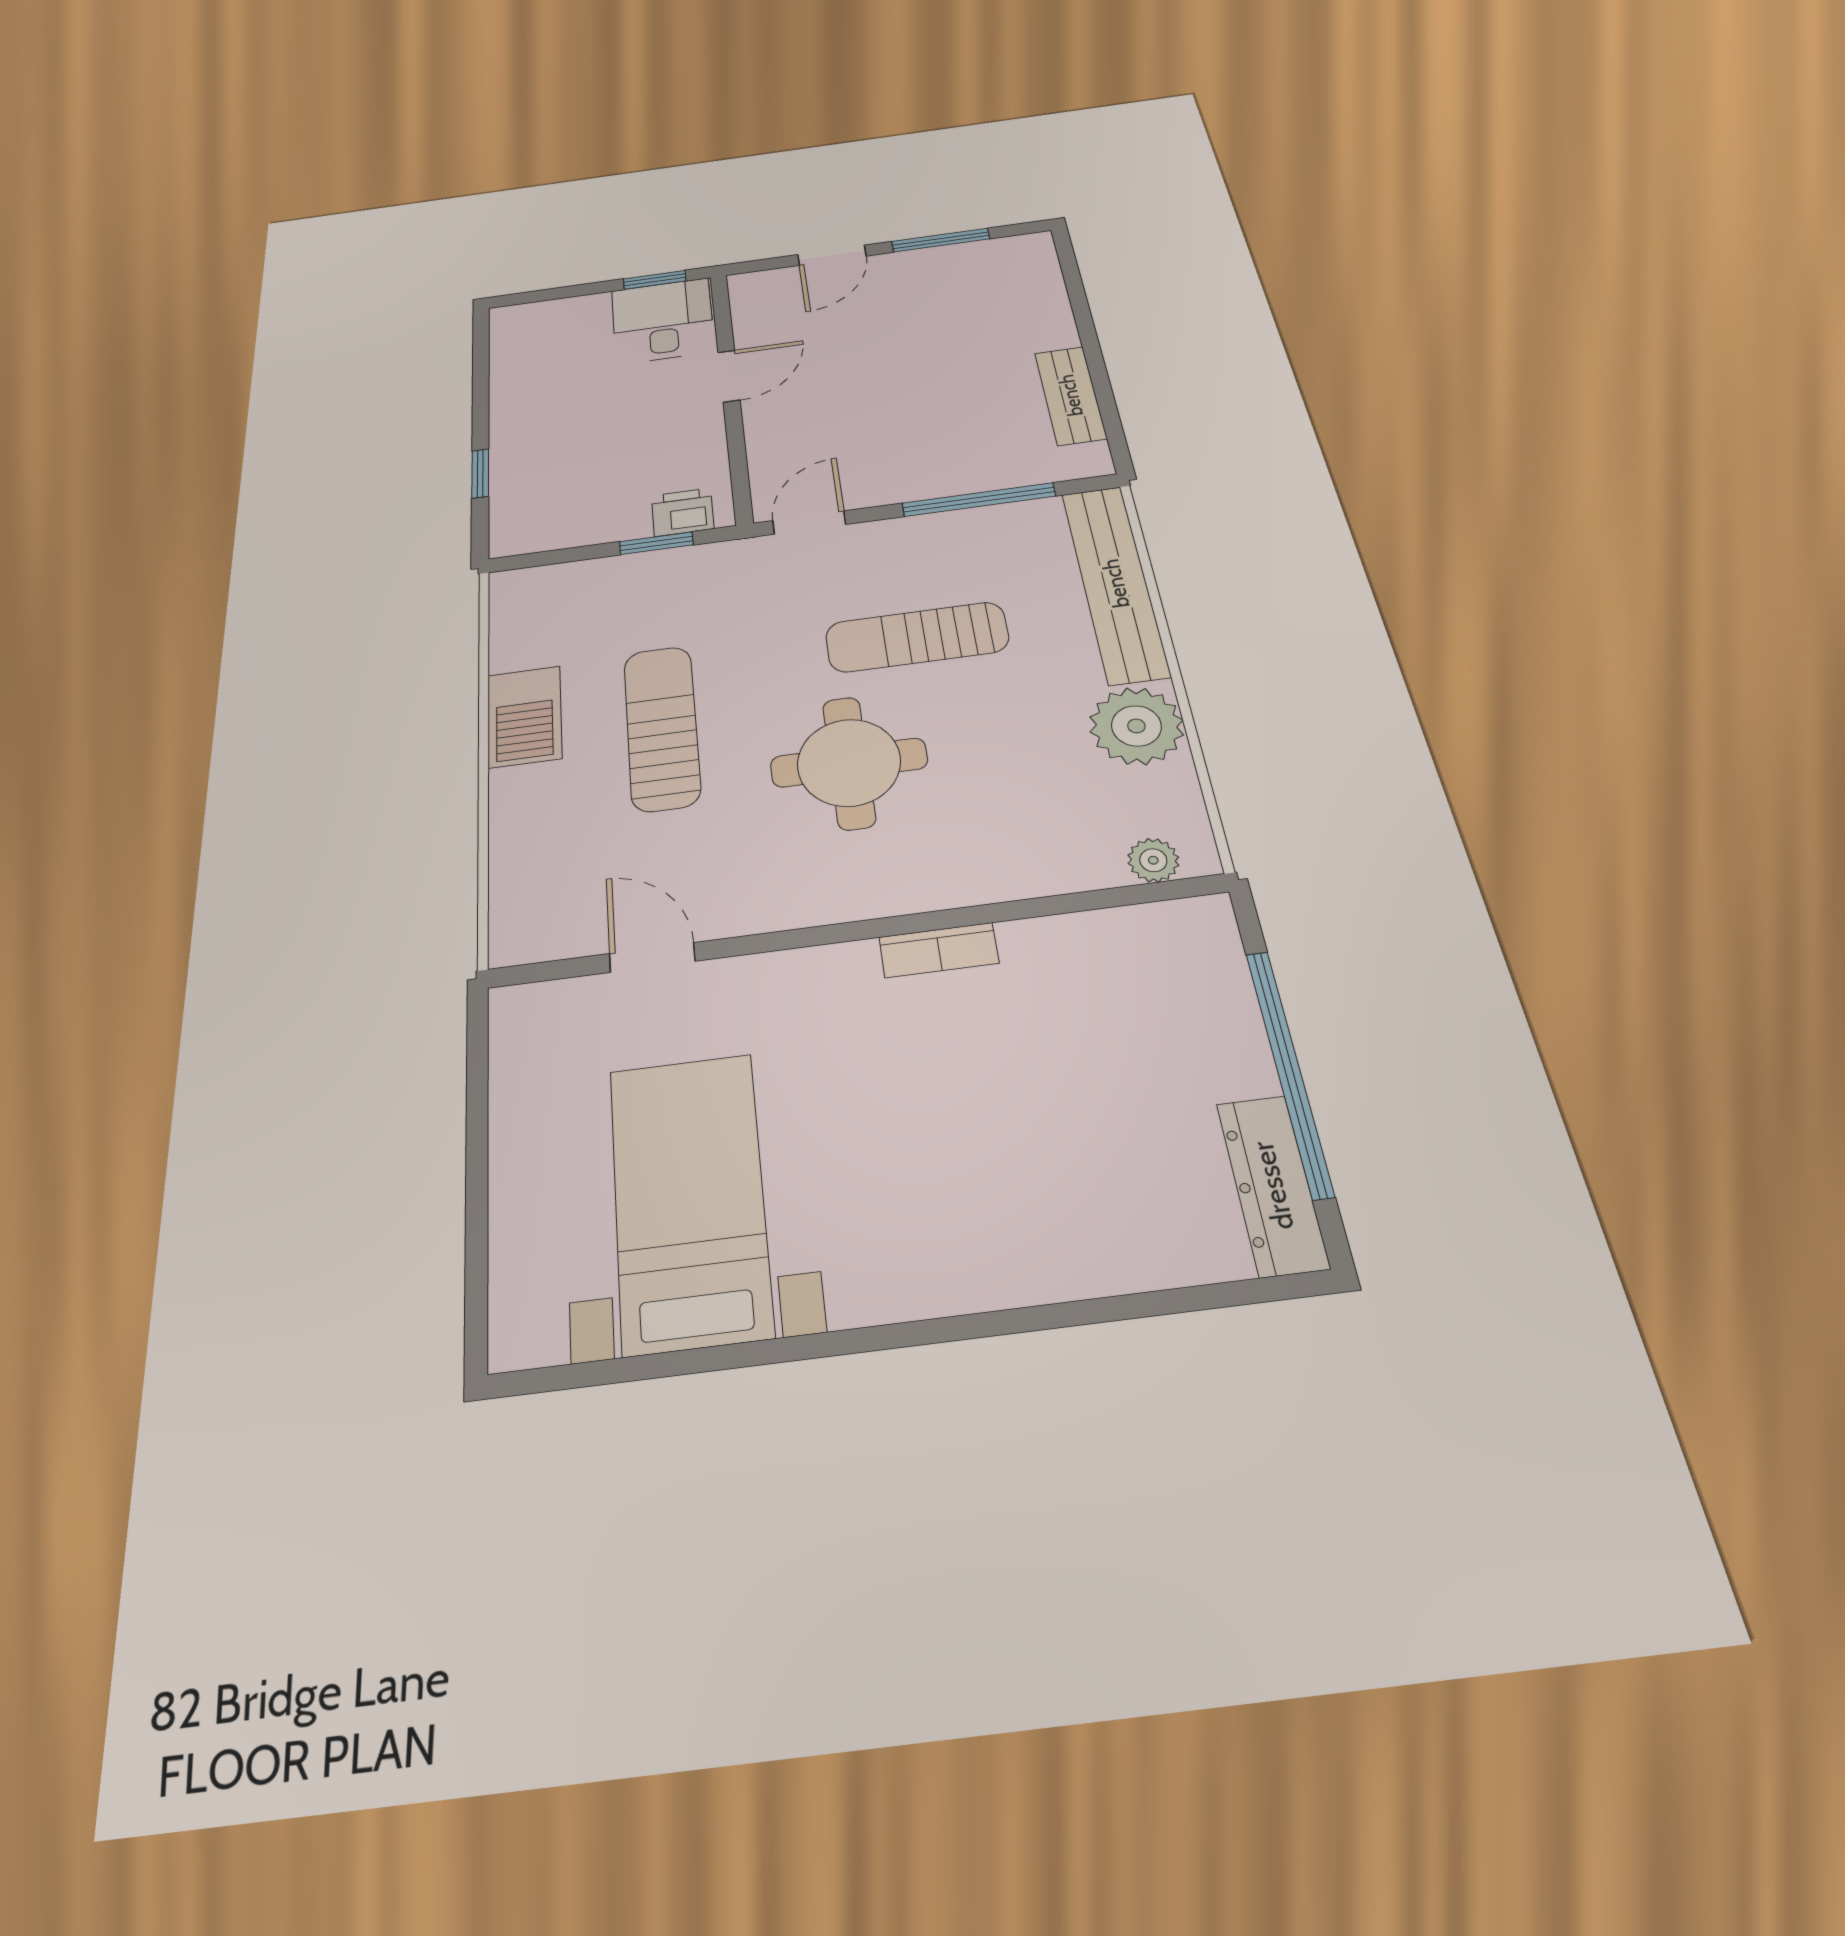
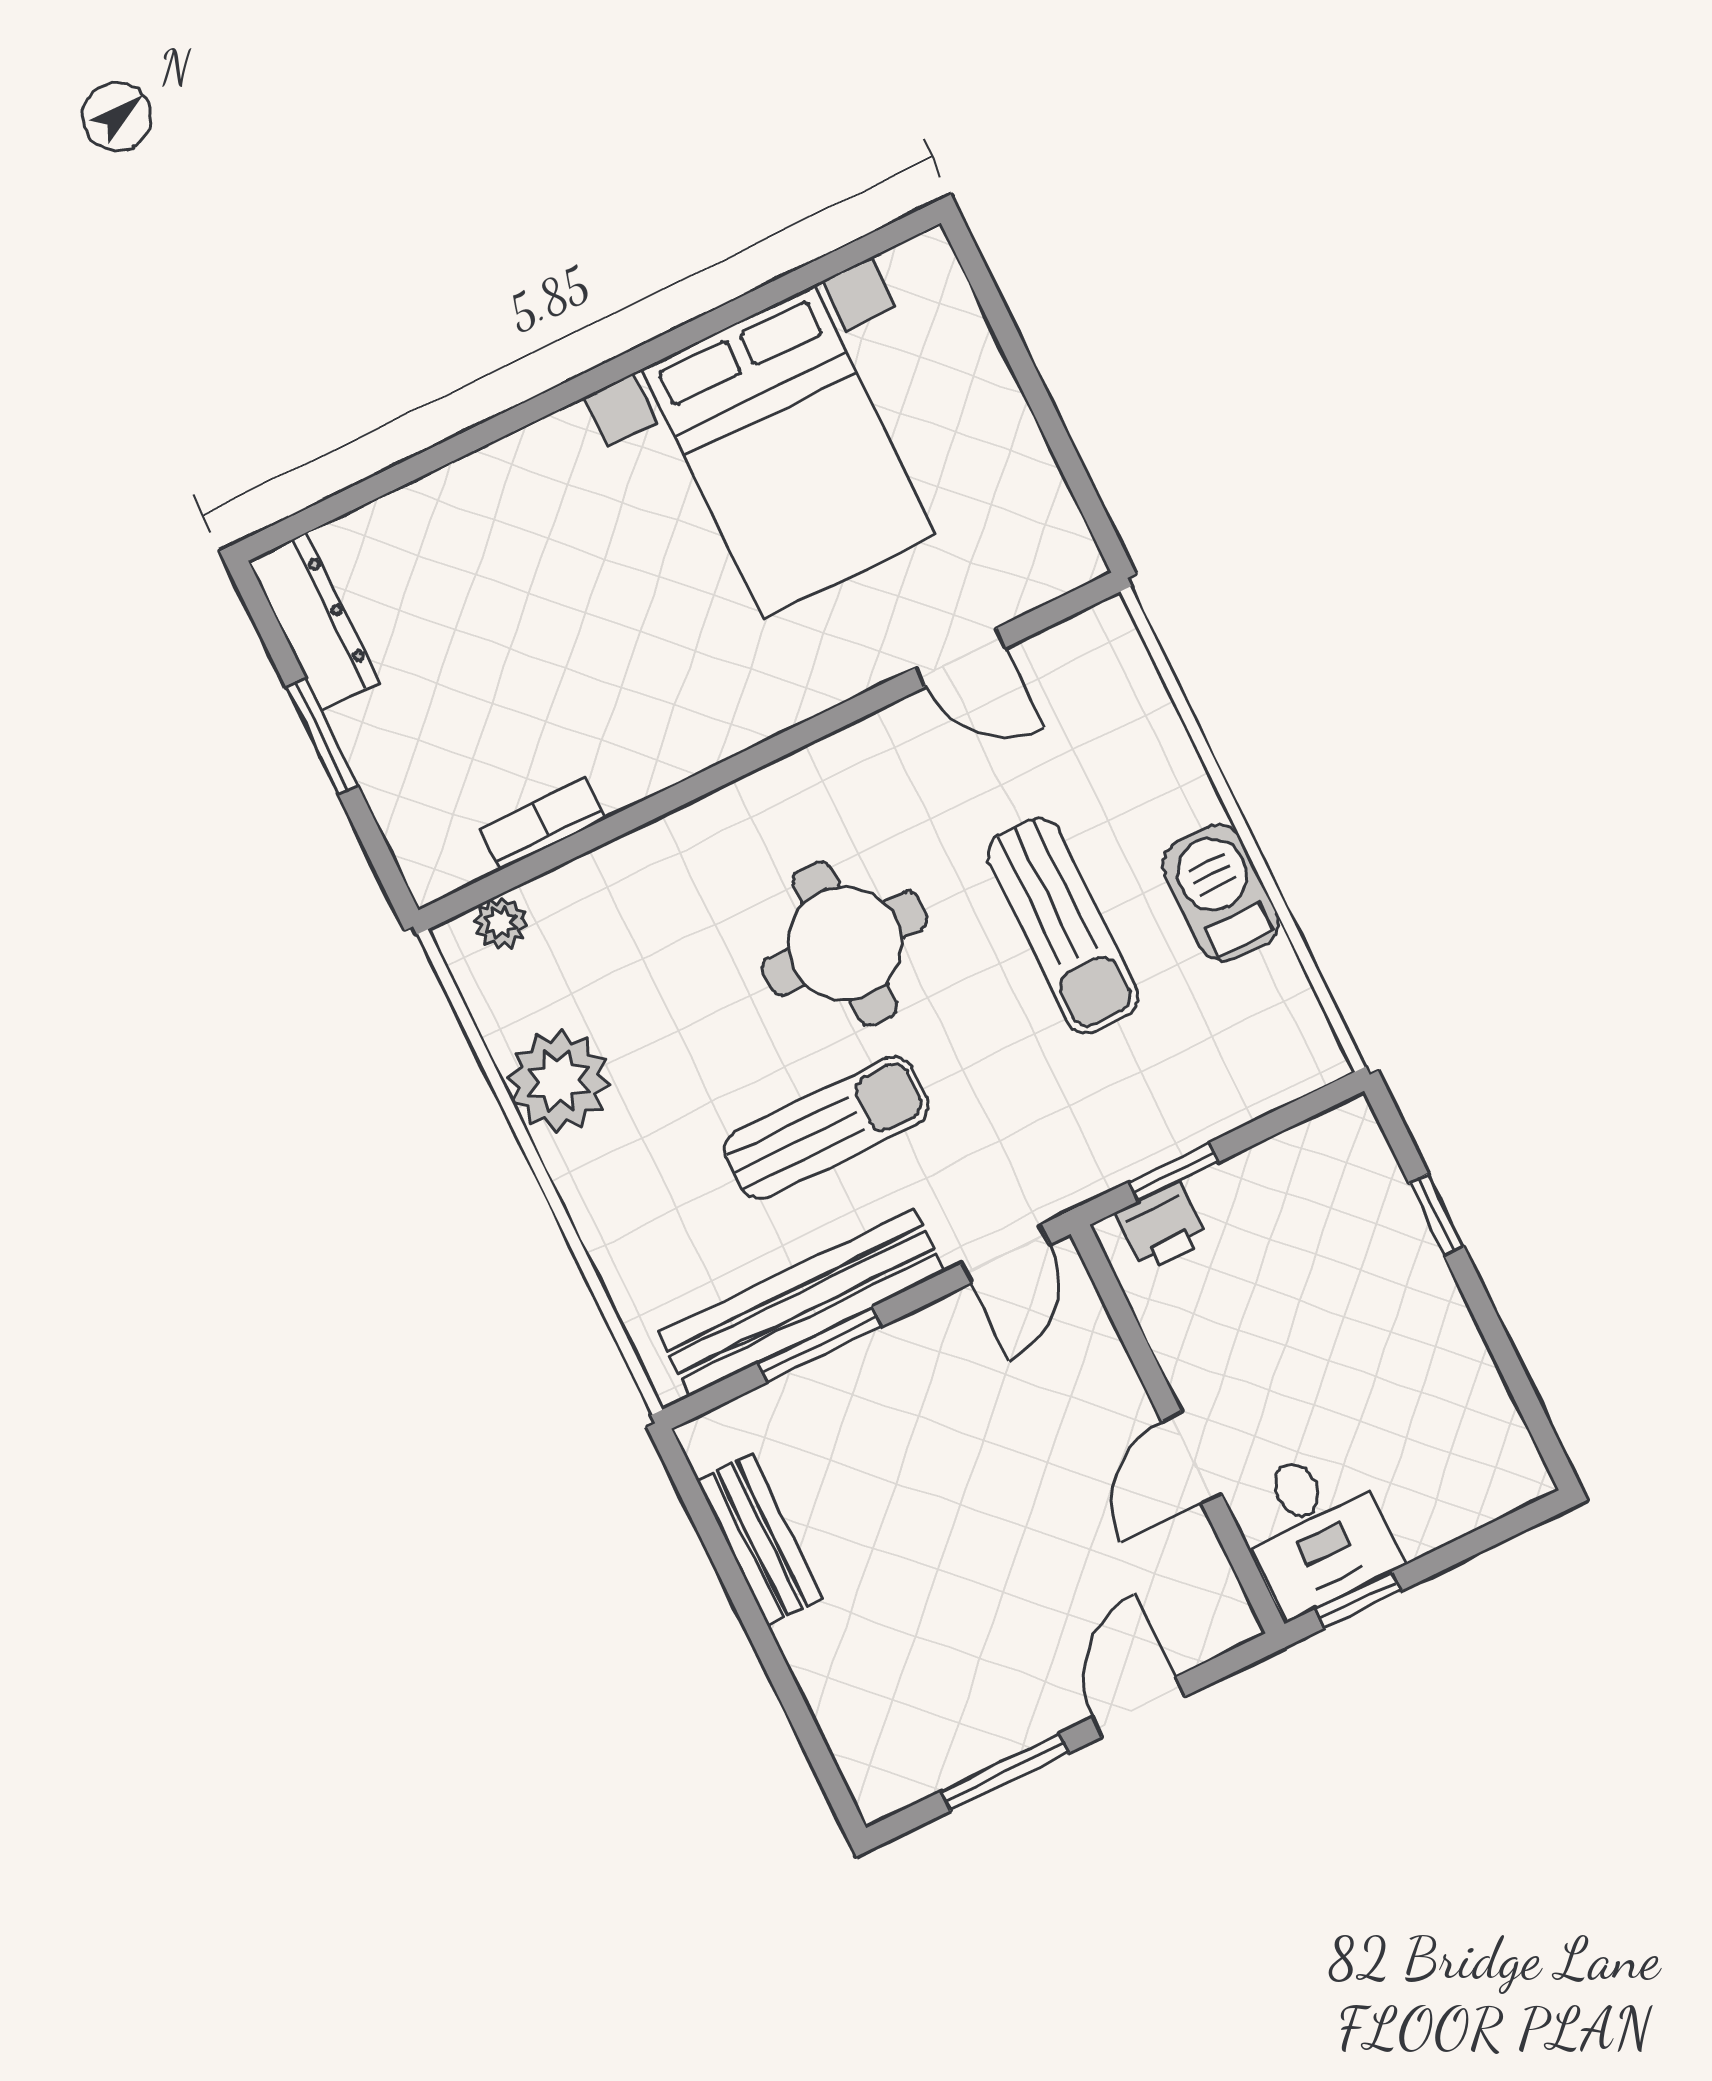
window: (979, 500) -> (820, 1345), width x0.69
bench: (1115, 583) -> (802, 1302), moved, turned 90
bookcase: (939, 950) -> (543, 824), moved
window: (1289, 1071) -> (322, 736), width x0.47
bed with nightstands: (689, 1199) -> (789, 452), width x1.36

